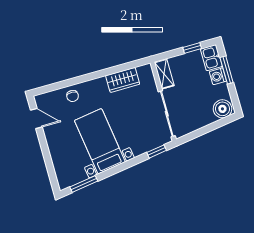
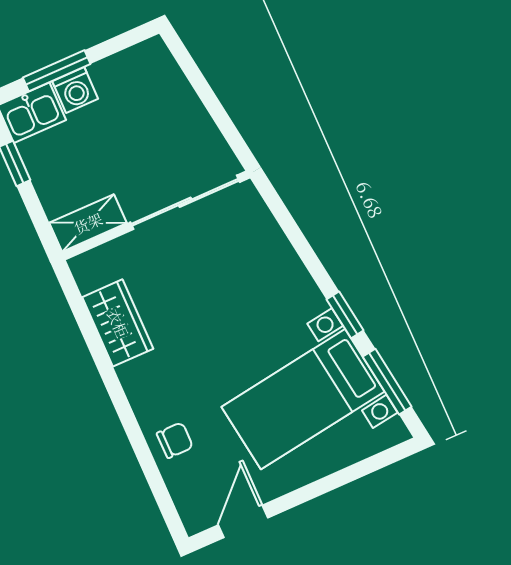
boiler: (222, 109) -> (153, 67), removed
bed with nightstands: (100, 141) -> (303, 399), moved
window: (157, 151) -> (345, 315), moved

